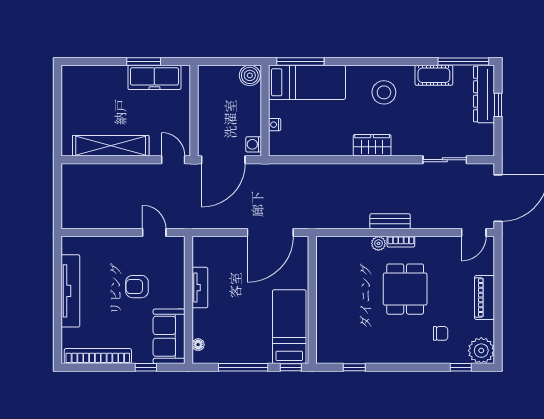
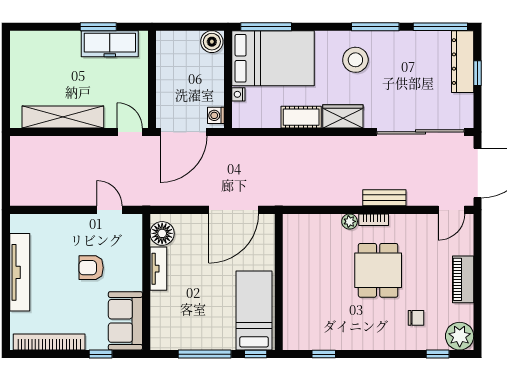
window: (402, 61) -> (375, 27), added
cot: (434, 75) -> (301, 117), moved
bed: (307, 82) -> (273, 58), width x1.50
sliding door: (445, 160) -> (421, 132), width x1.86
bench: (390, 221) -> (384, 198), moved
floor lamp: (198, 345) -> (162, 233), moved, width x1.89, depth x1.89

